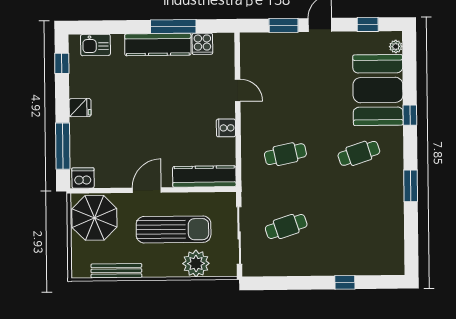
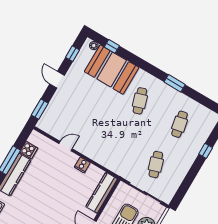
window: (284, 25) -> (40, 109), moved
window: (410, 115) -> (112, 46), moved
cafe table: (285, 154) -> (180, 124), moved

